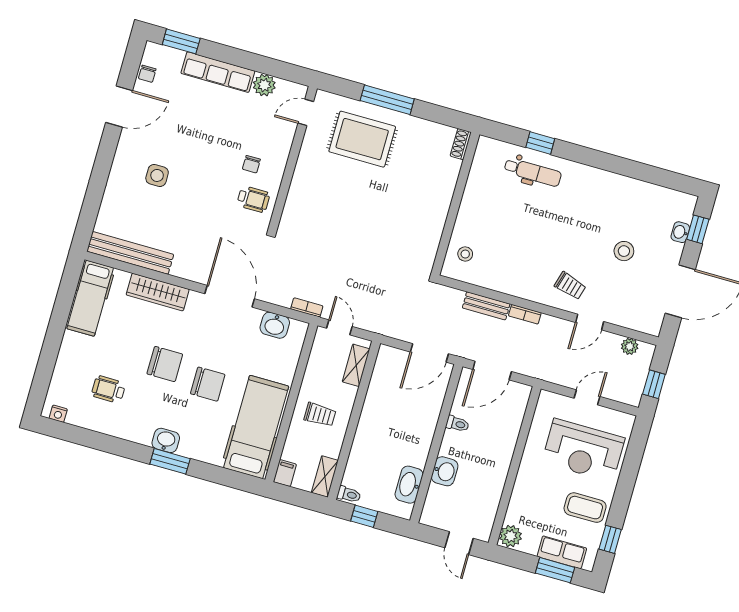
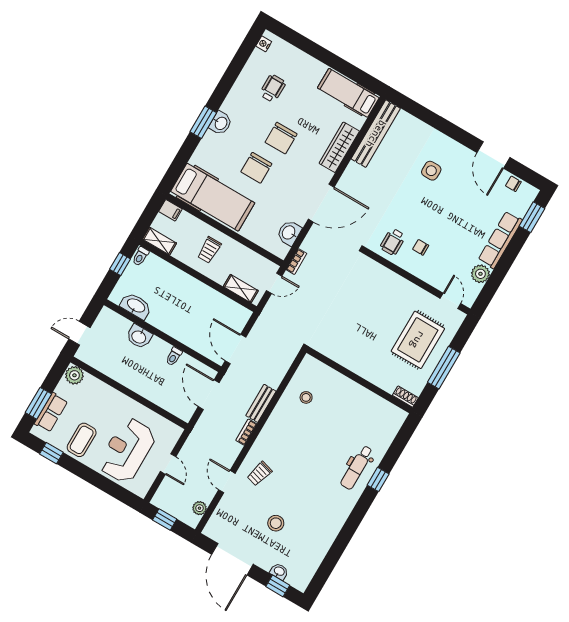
shoe rack: (461, 144) -> (405, 397), moved
wall: (455, 204) -> (360, 380), moved

